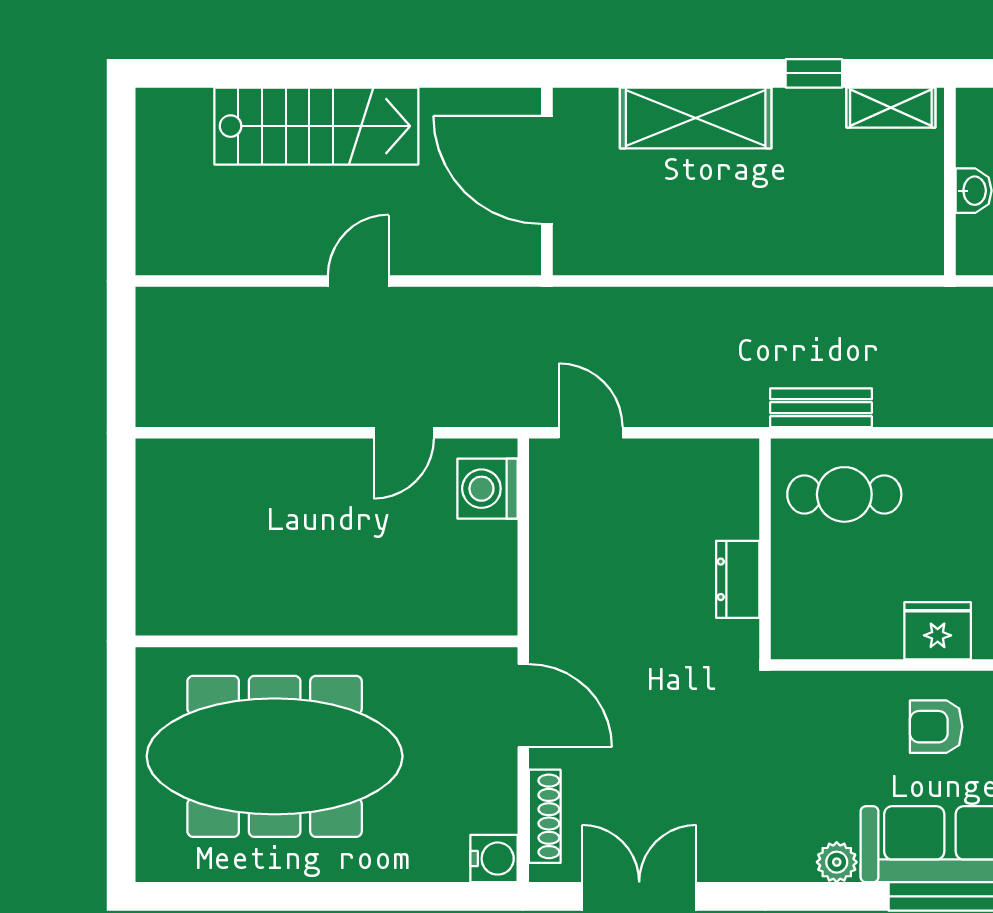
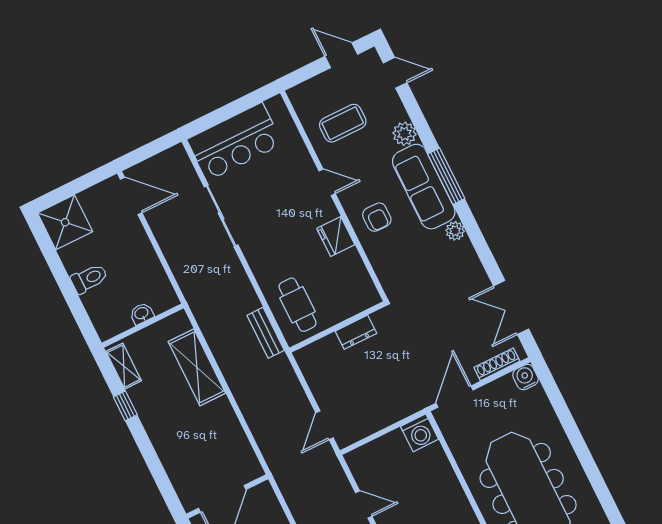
shelving: (696, 118) -> (197, 367), moved
washing machine: (487, 489) -> (420, 433), moved

